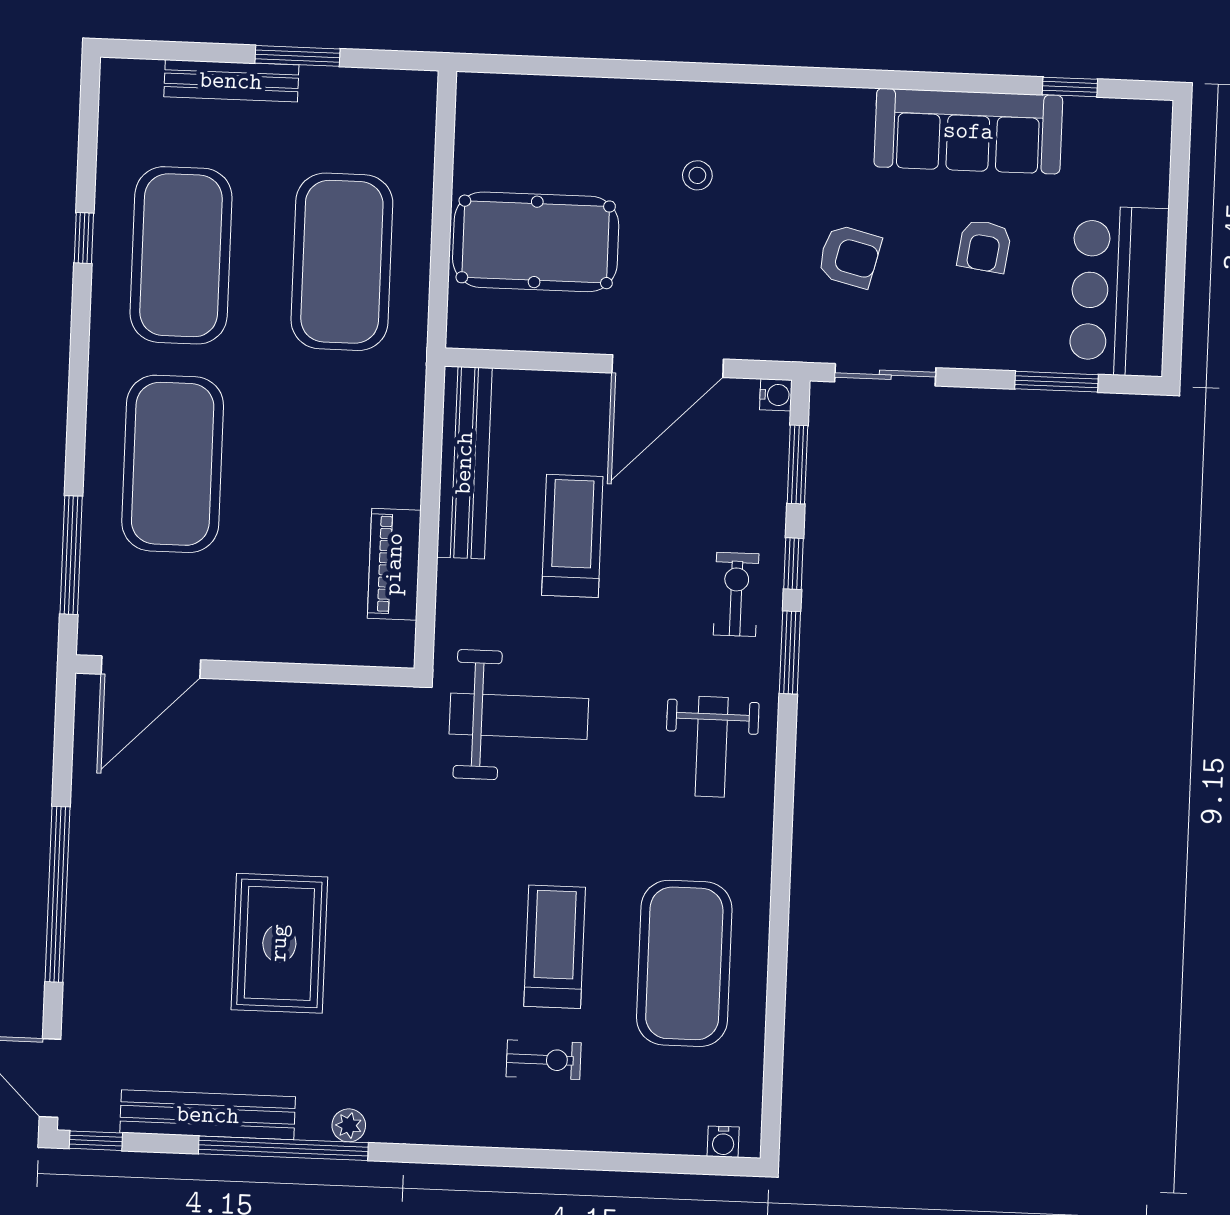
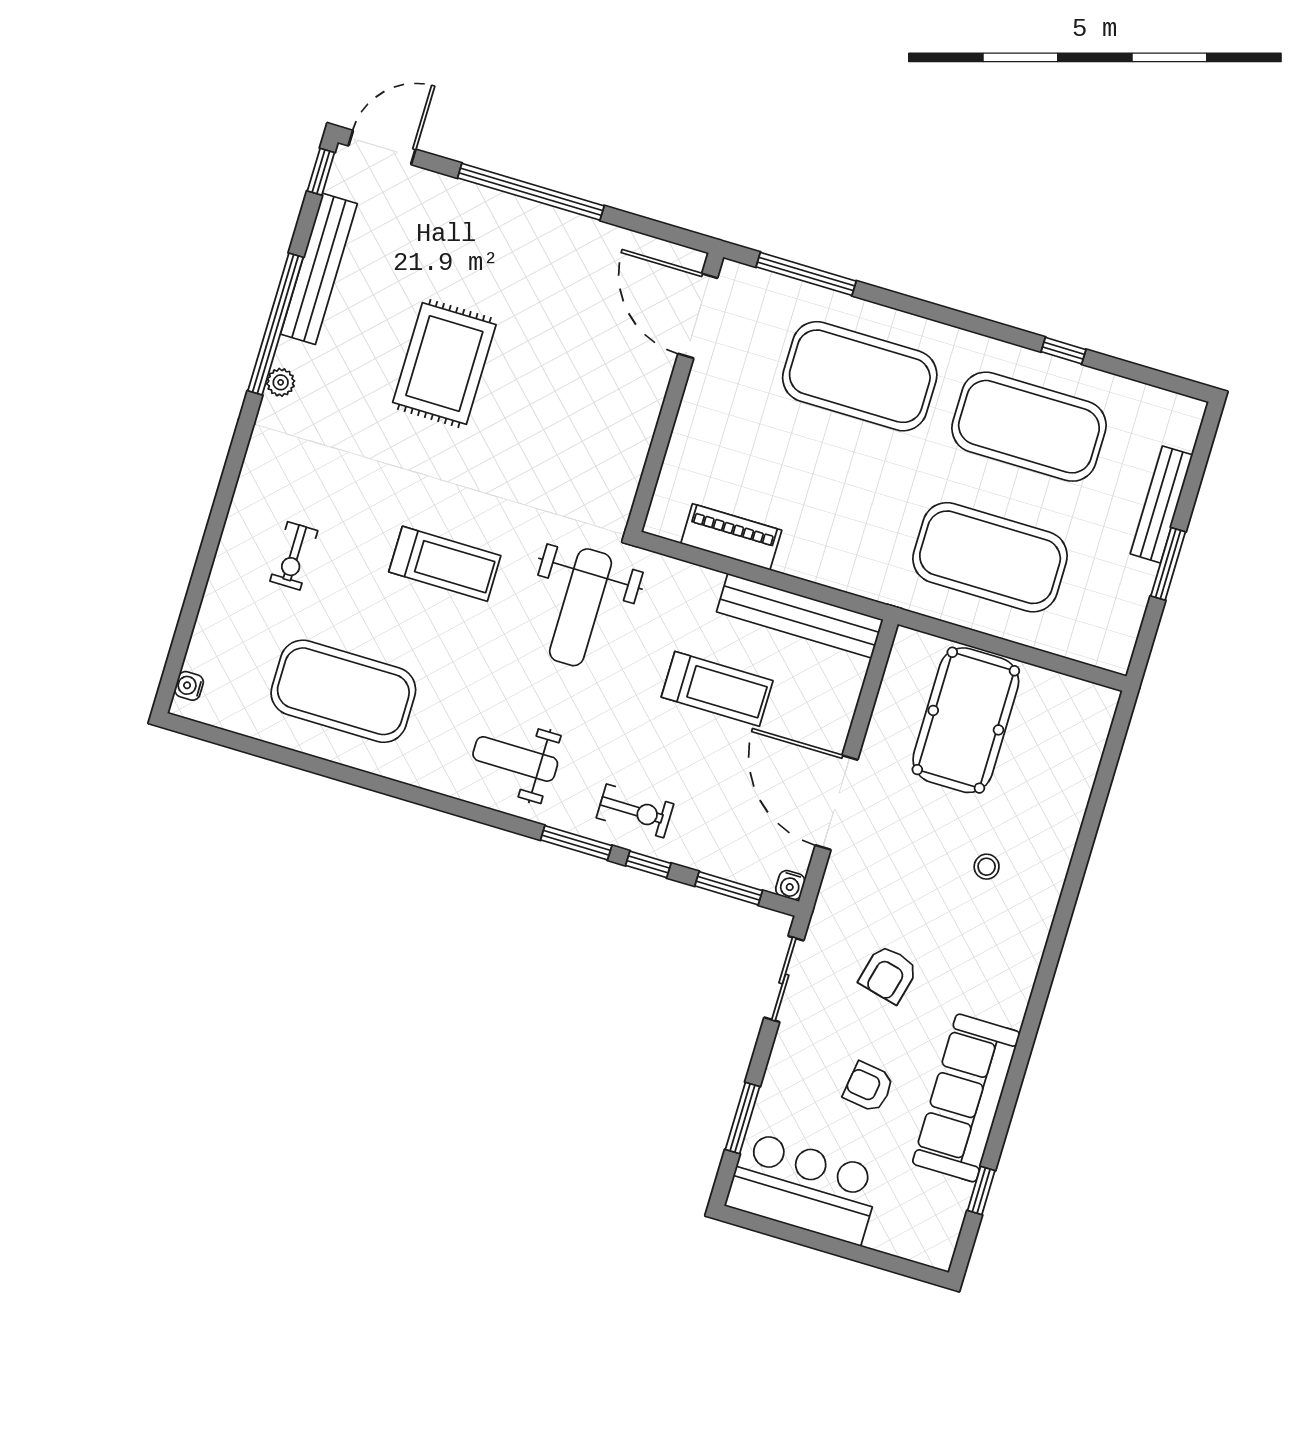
rug: (279, 943) -> (444, 364), turned 90
treadmill: (555, 947) -> (445, 564), moved

